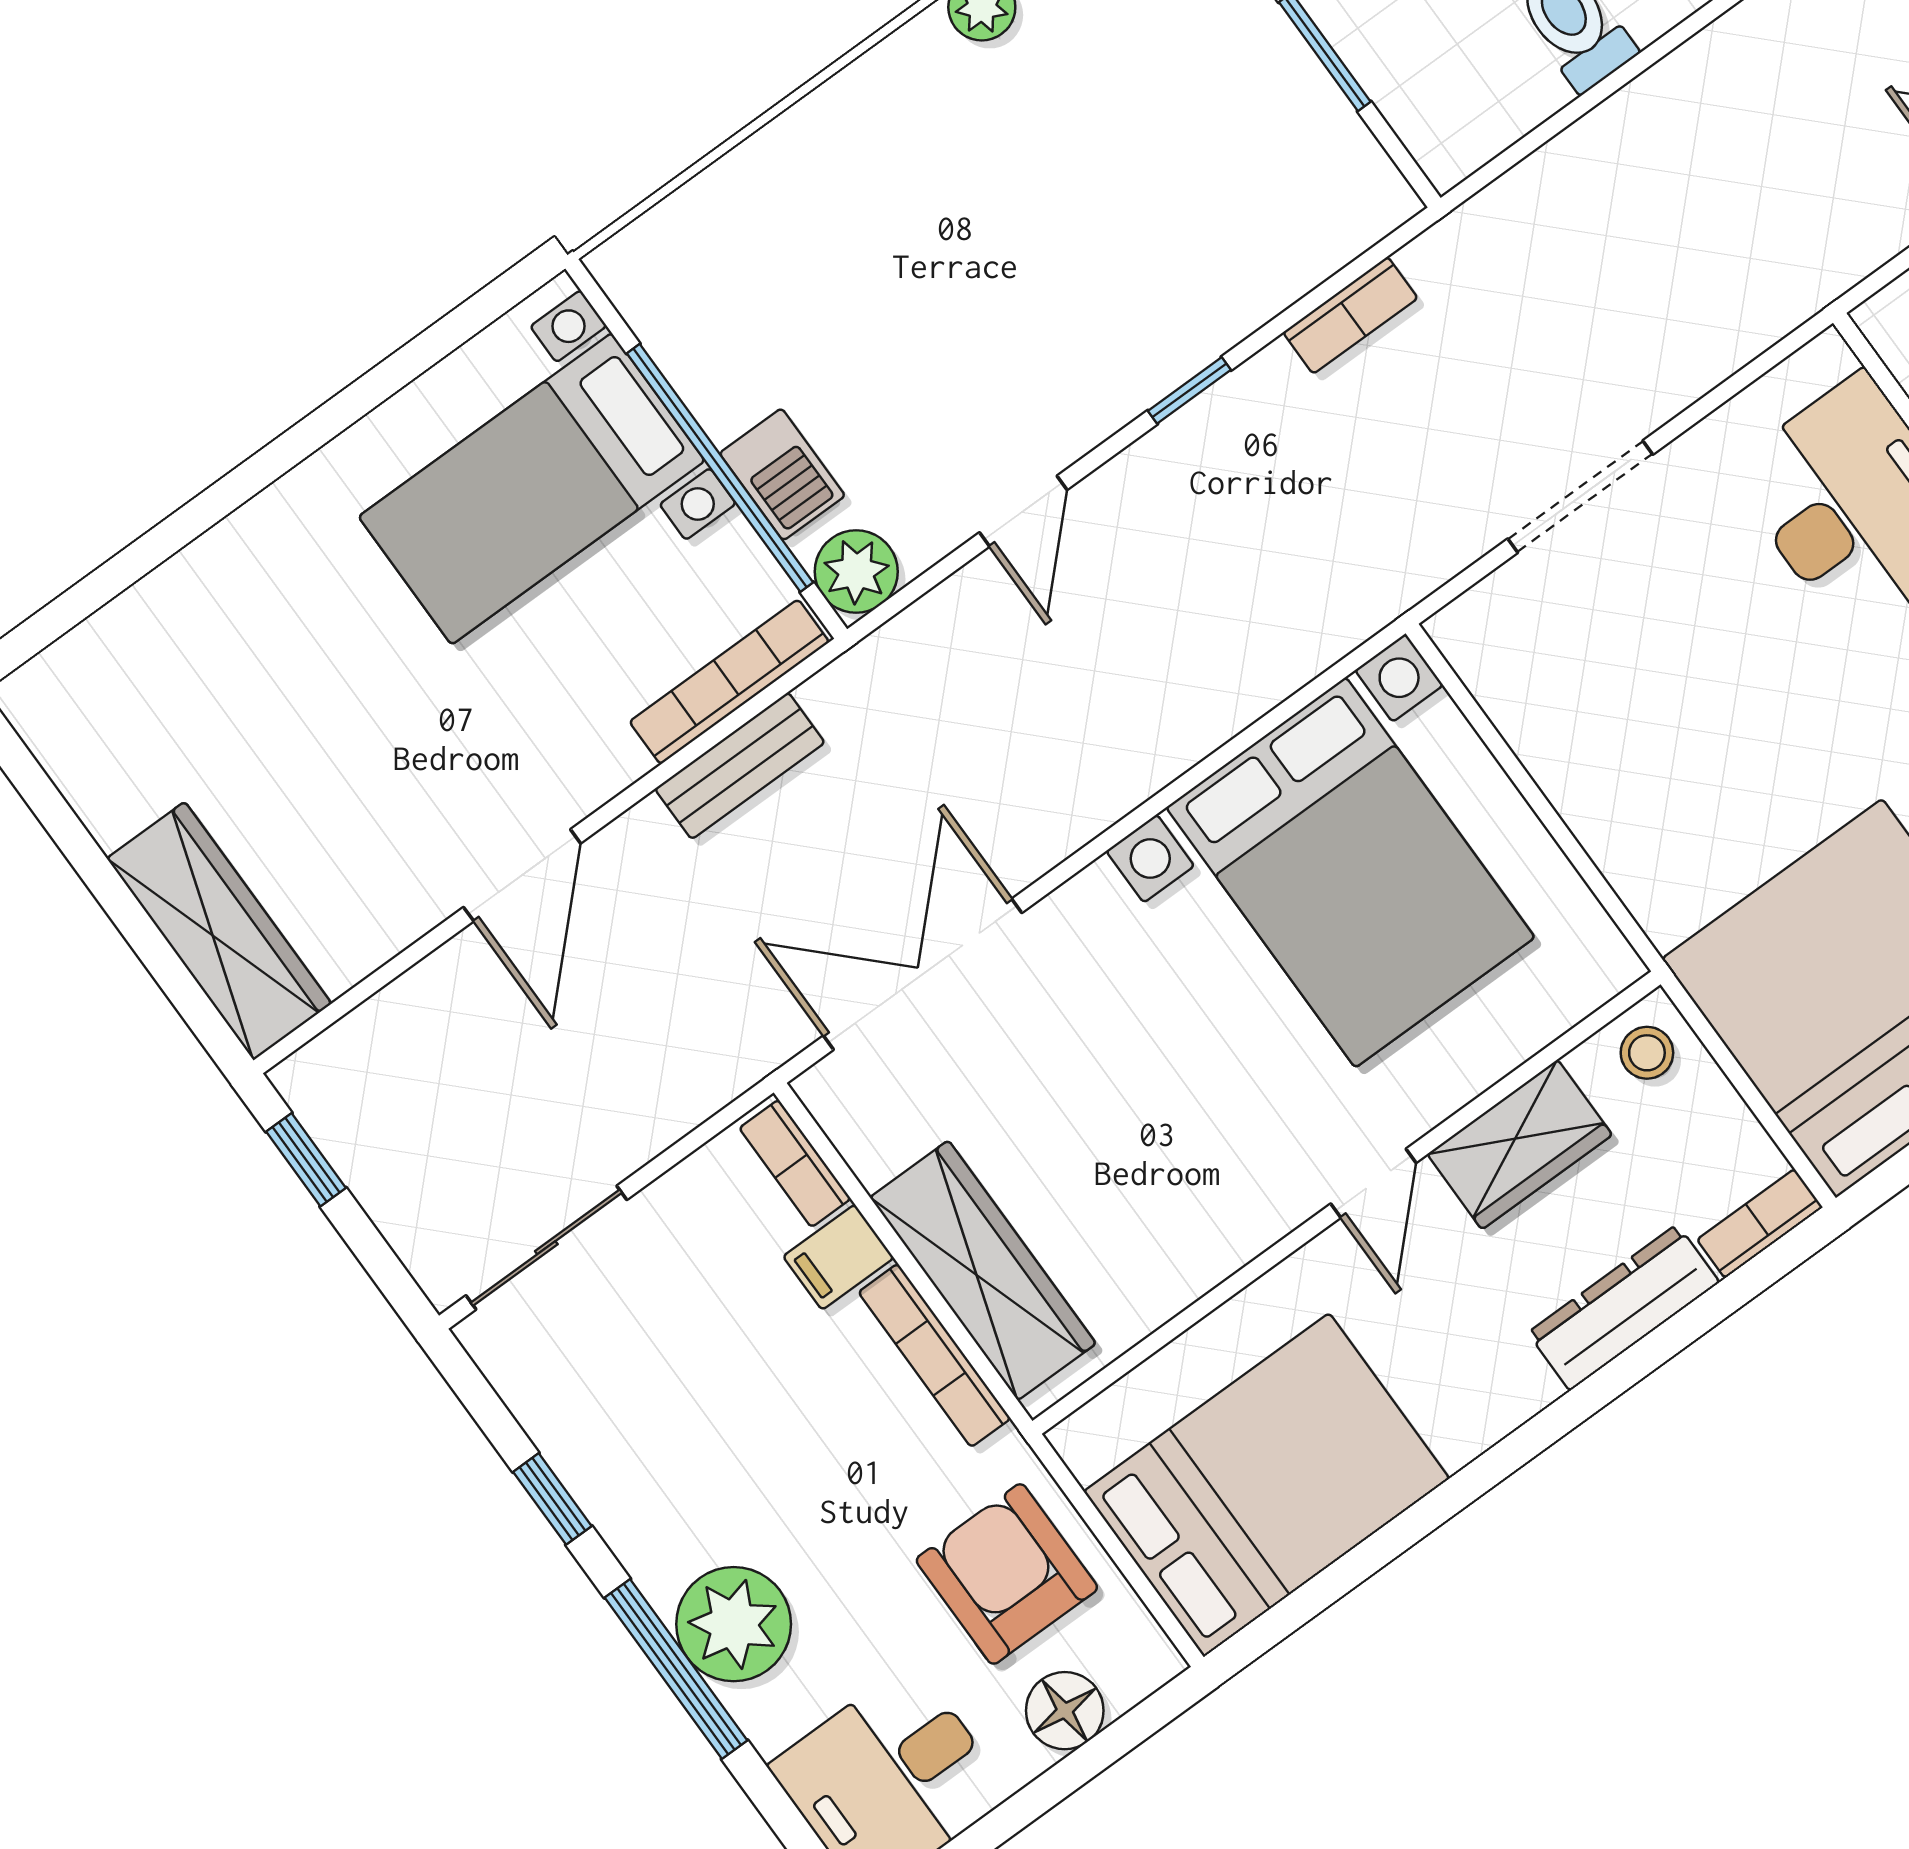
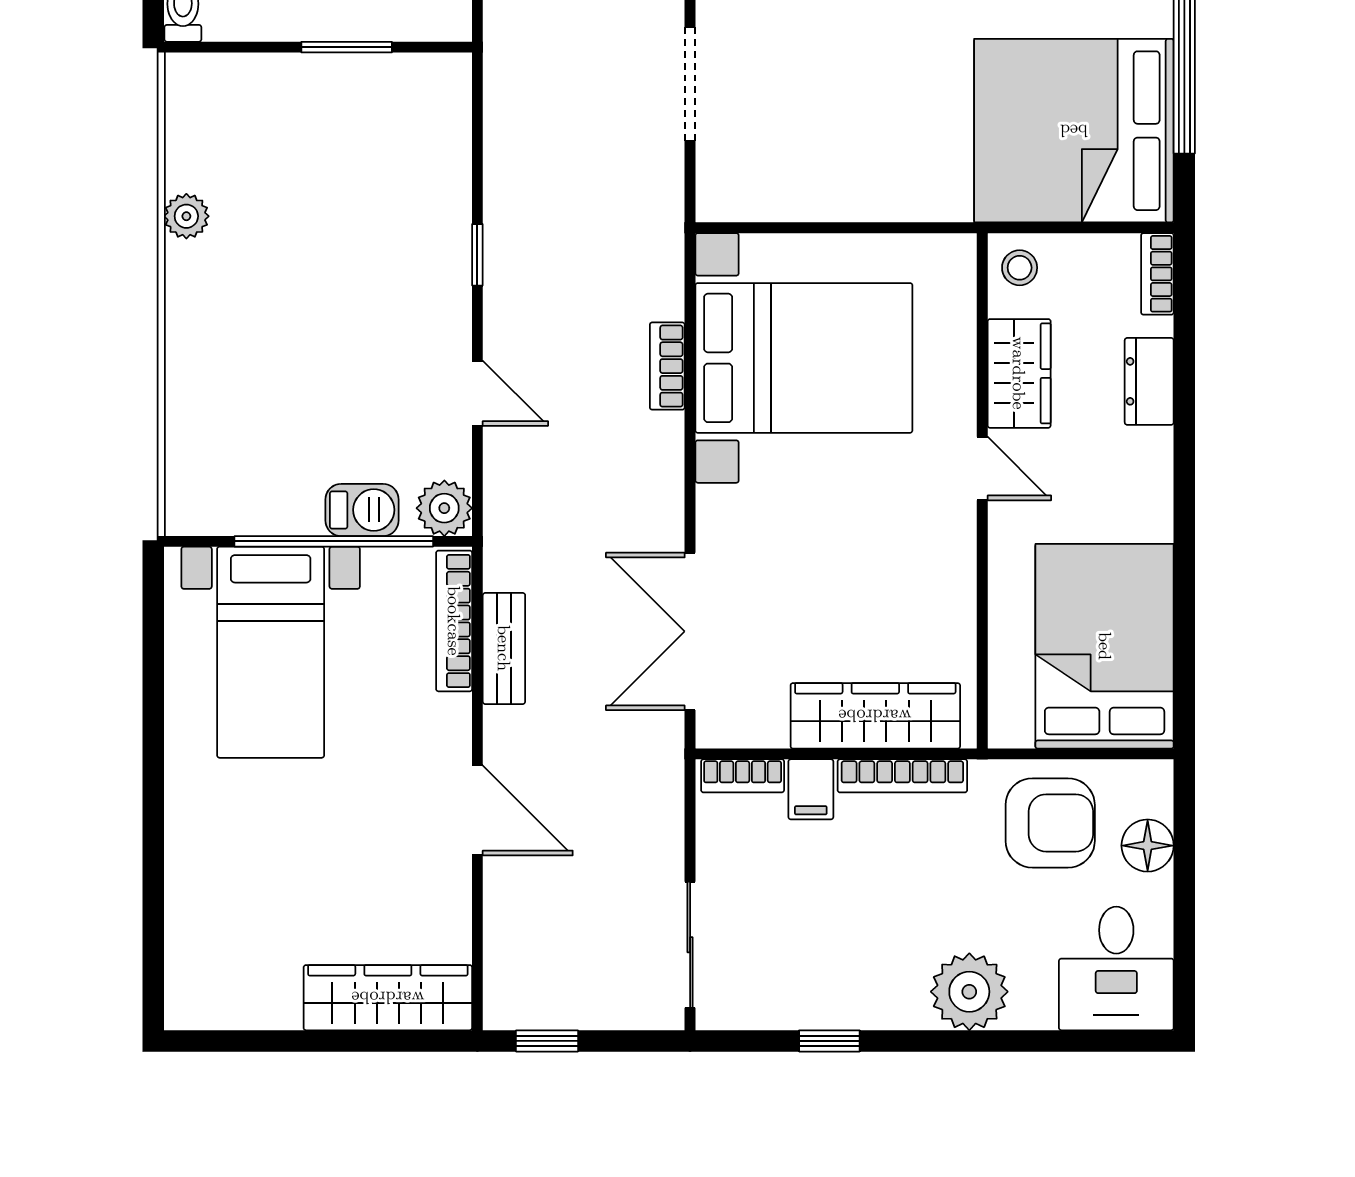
bookcase: (1350, 315) -> (667, 366), moved, turned 180
dresser: (1624, 1308) -> (1149, 381), width x0.70
armchair: (1007, 1574) -> (1050, 823), turned 180
window: (676, 1669) -> (971, 1041), removed

